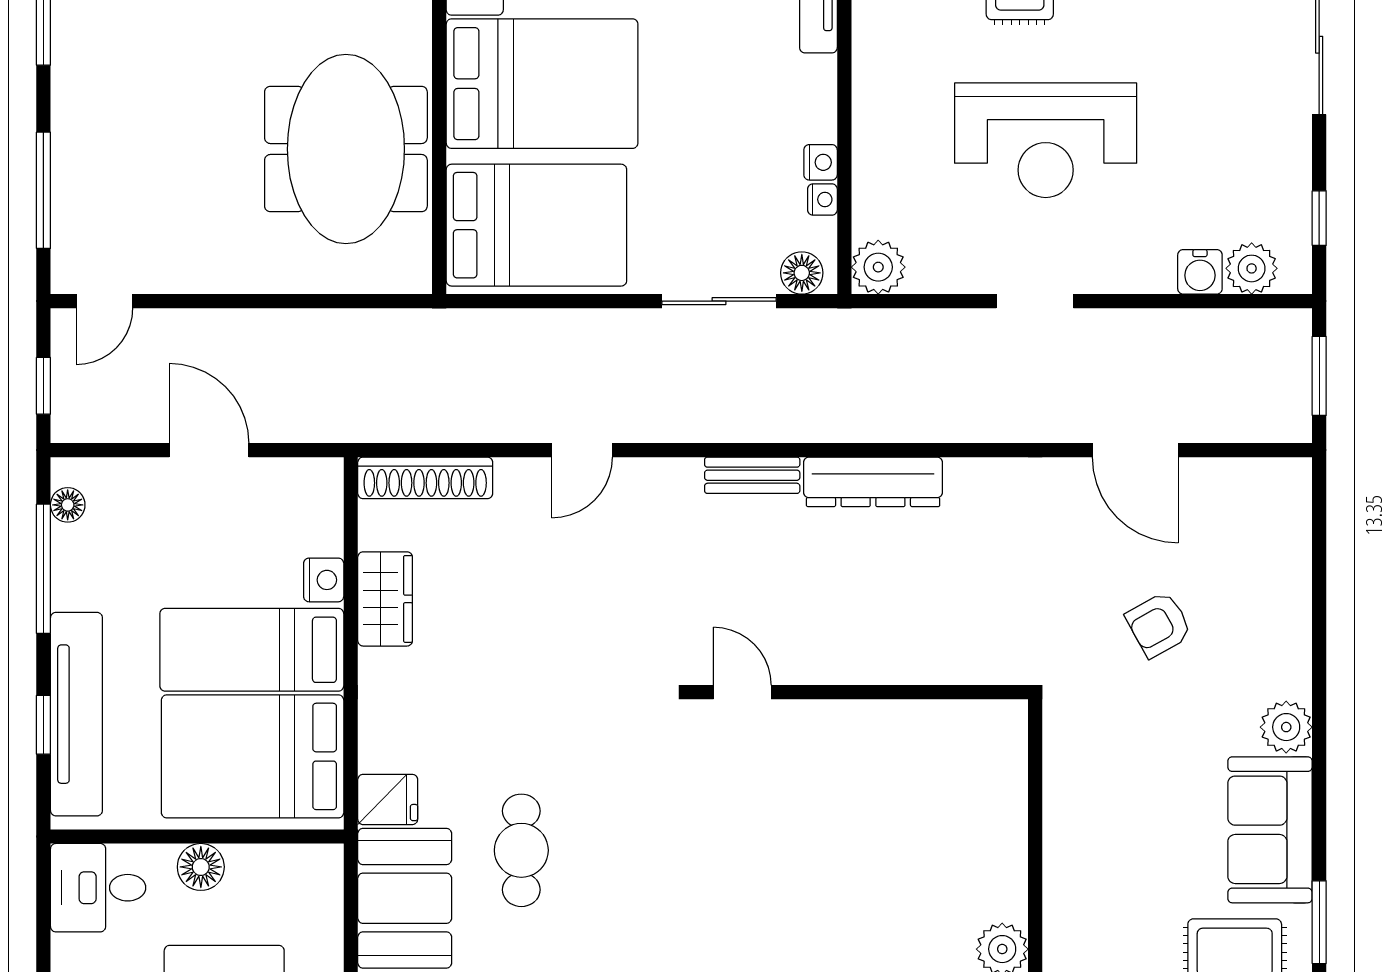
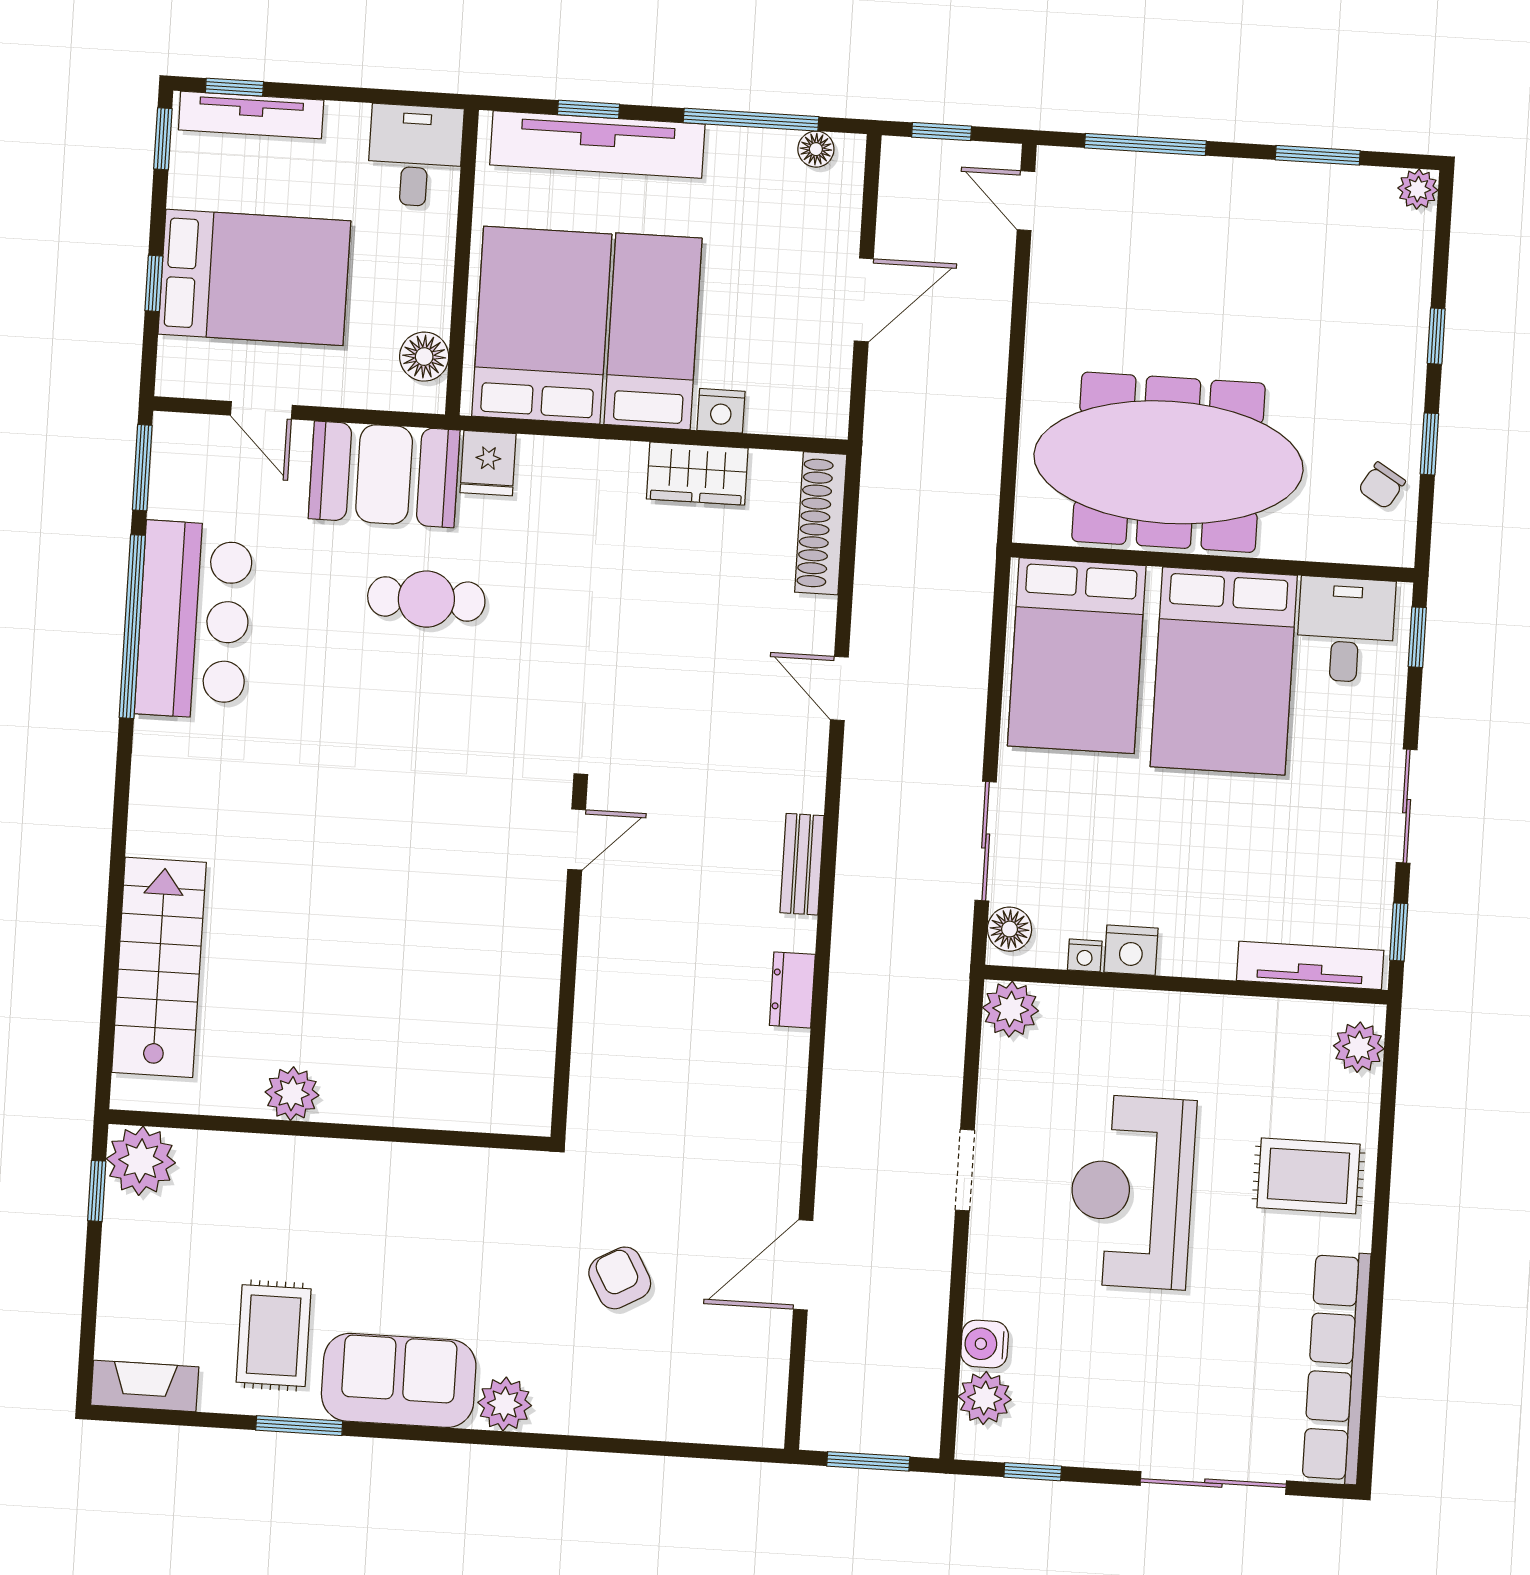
meeting table: (346, 149) -> (1169, 462), width x1.36
nightstand: (821, 162) -> (1131, 950), width x1.39, depth x1.35
dresser: (873, 482) -> (792, 990), width x0.51, depth x0.80
floor lamp: (201, 867) -> (424, 357), moved

